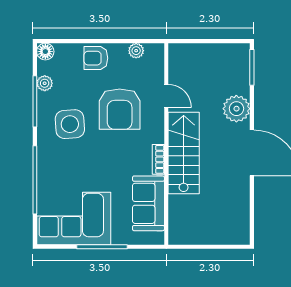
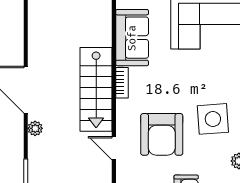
armchair: (120, 109) -> (162, 134), turned 180
plant: (236, 109) -> (35, 128), width x0.53, depth x0.53

